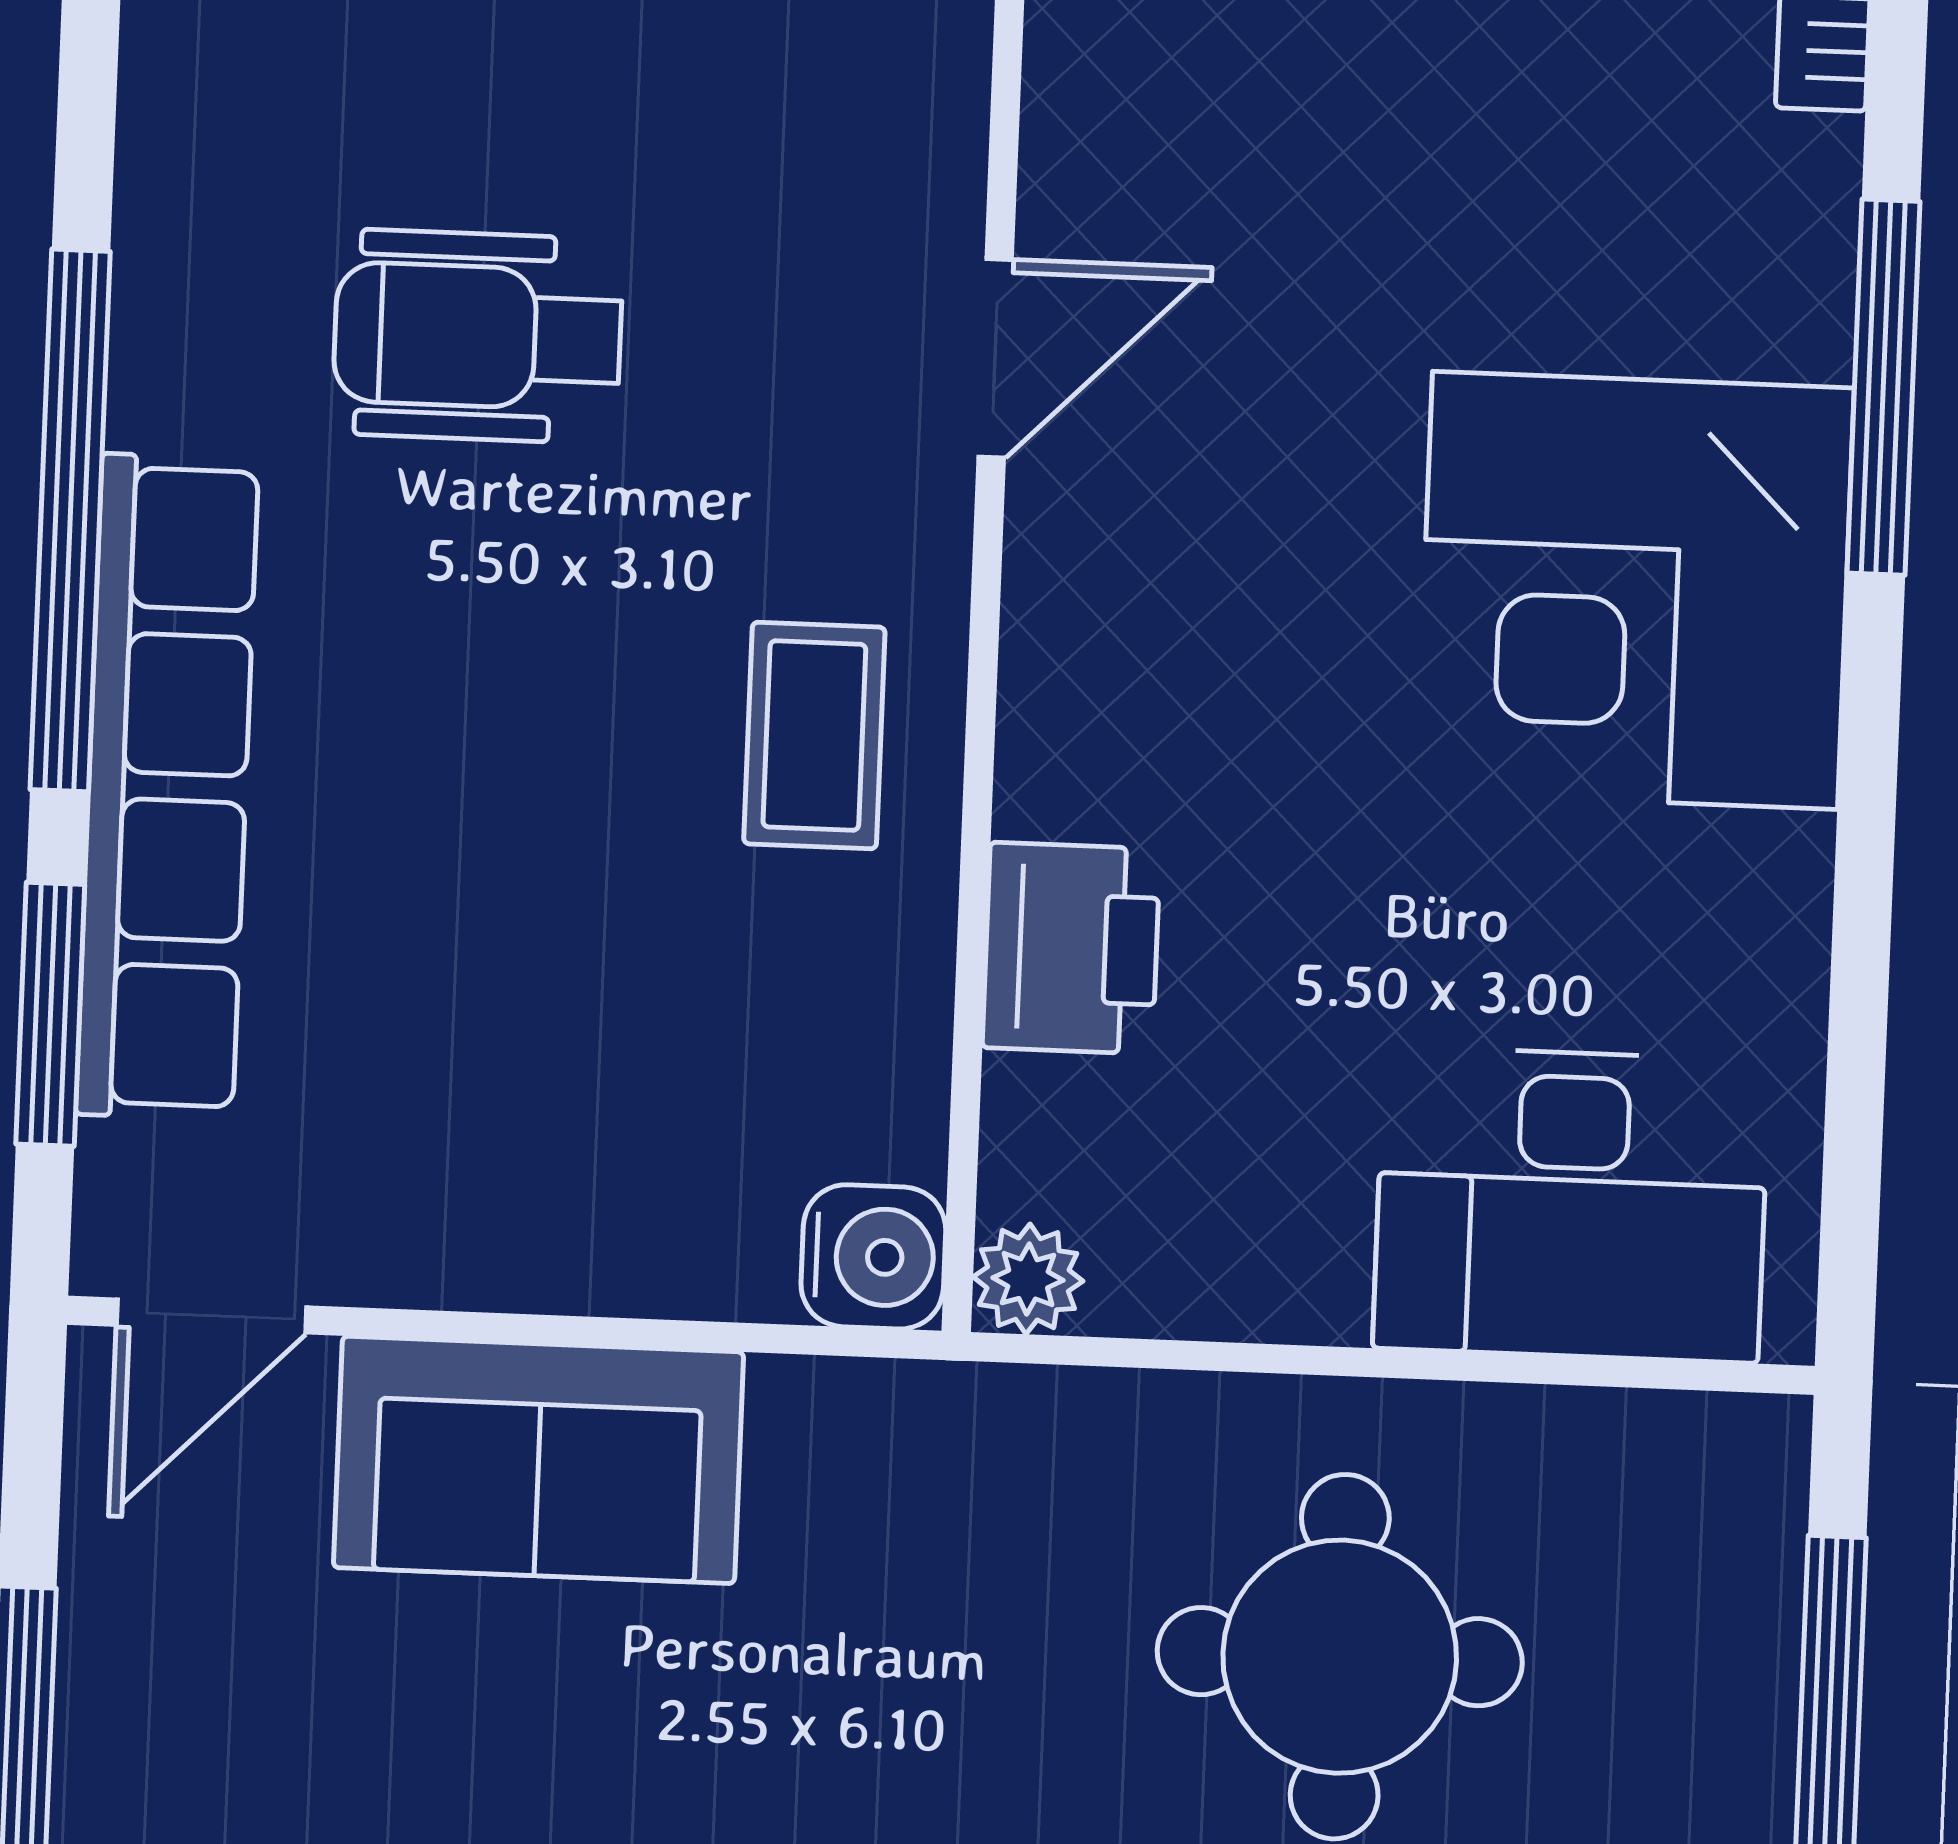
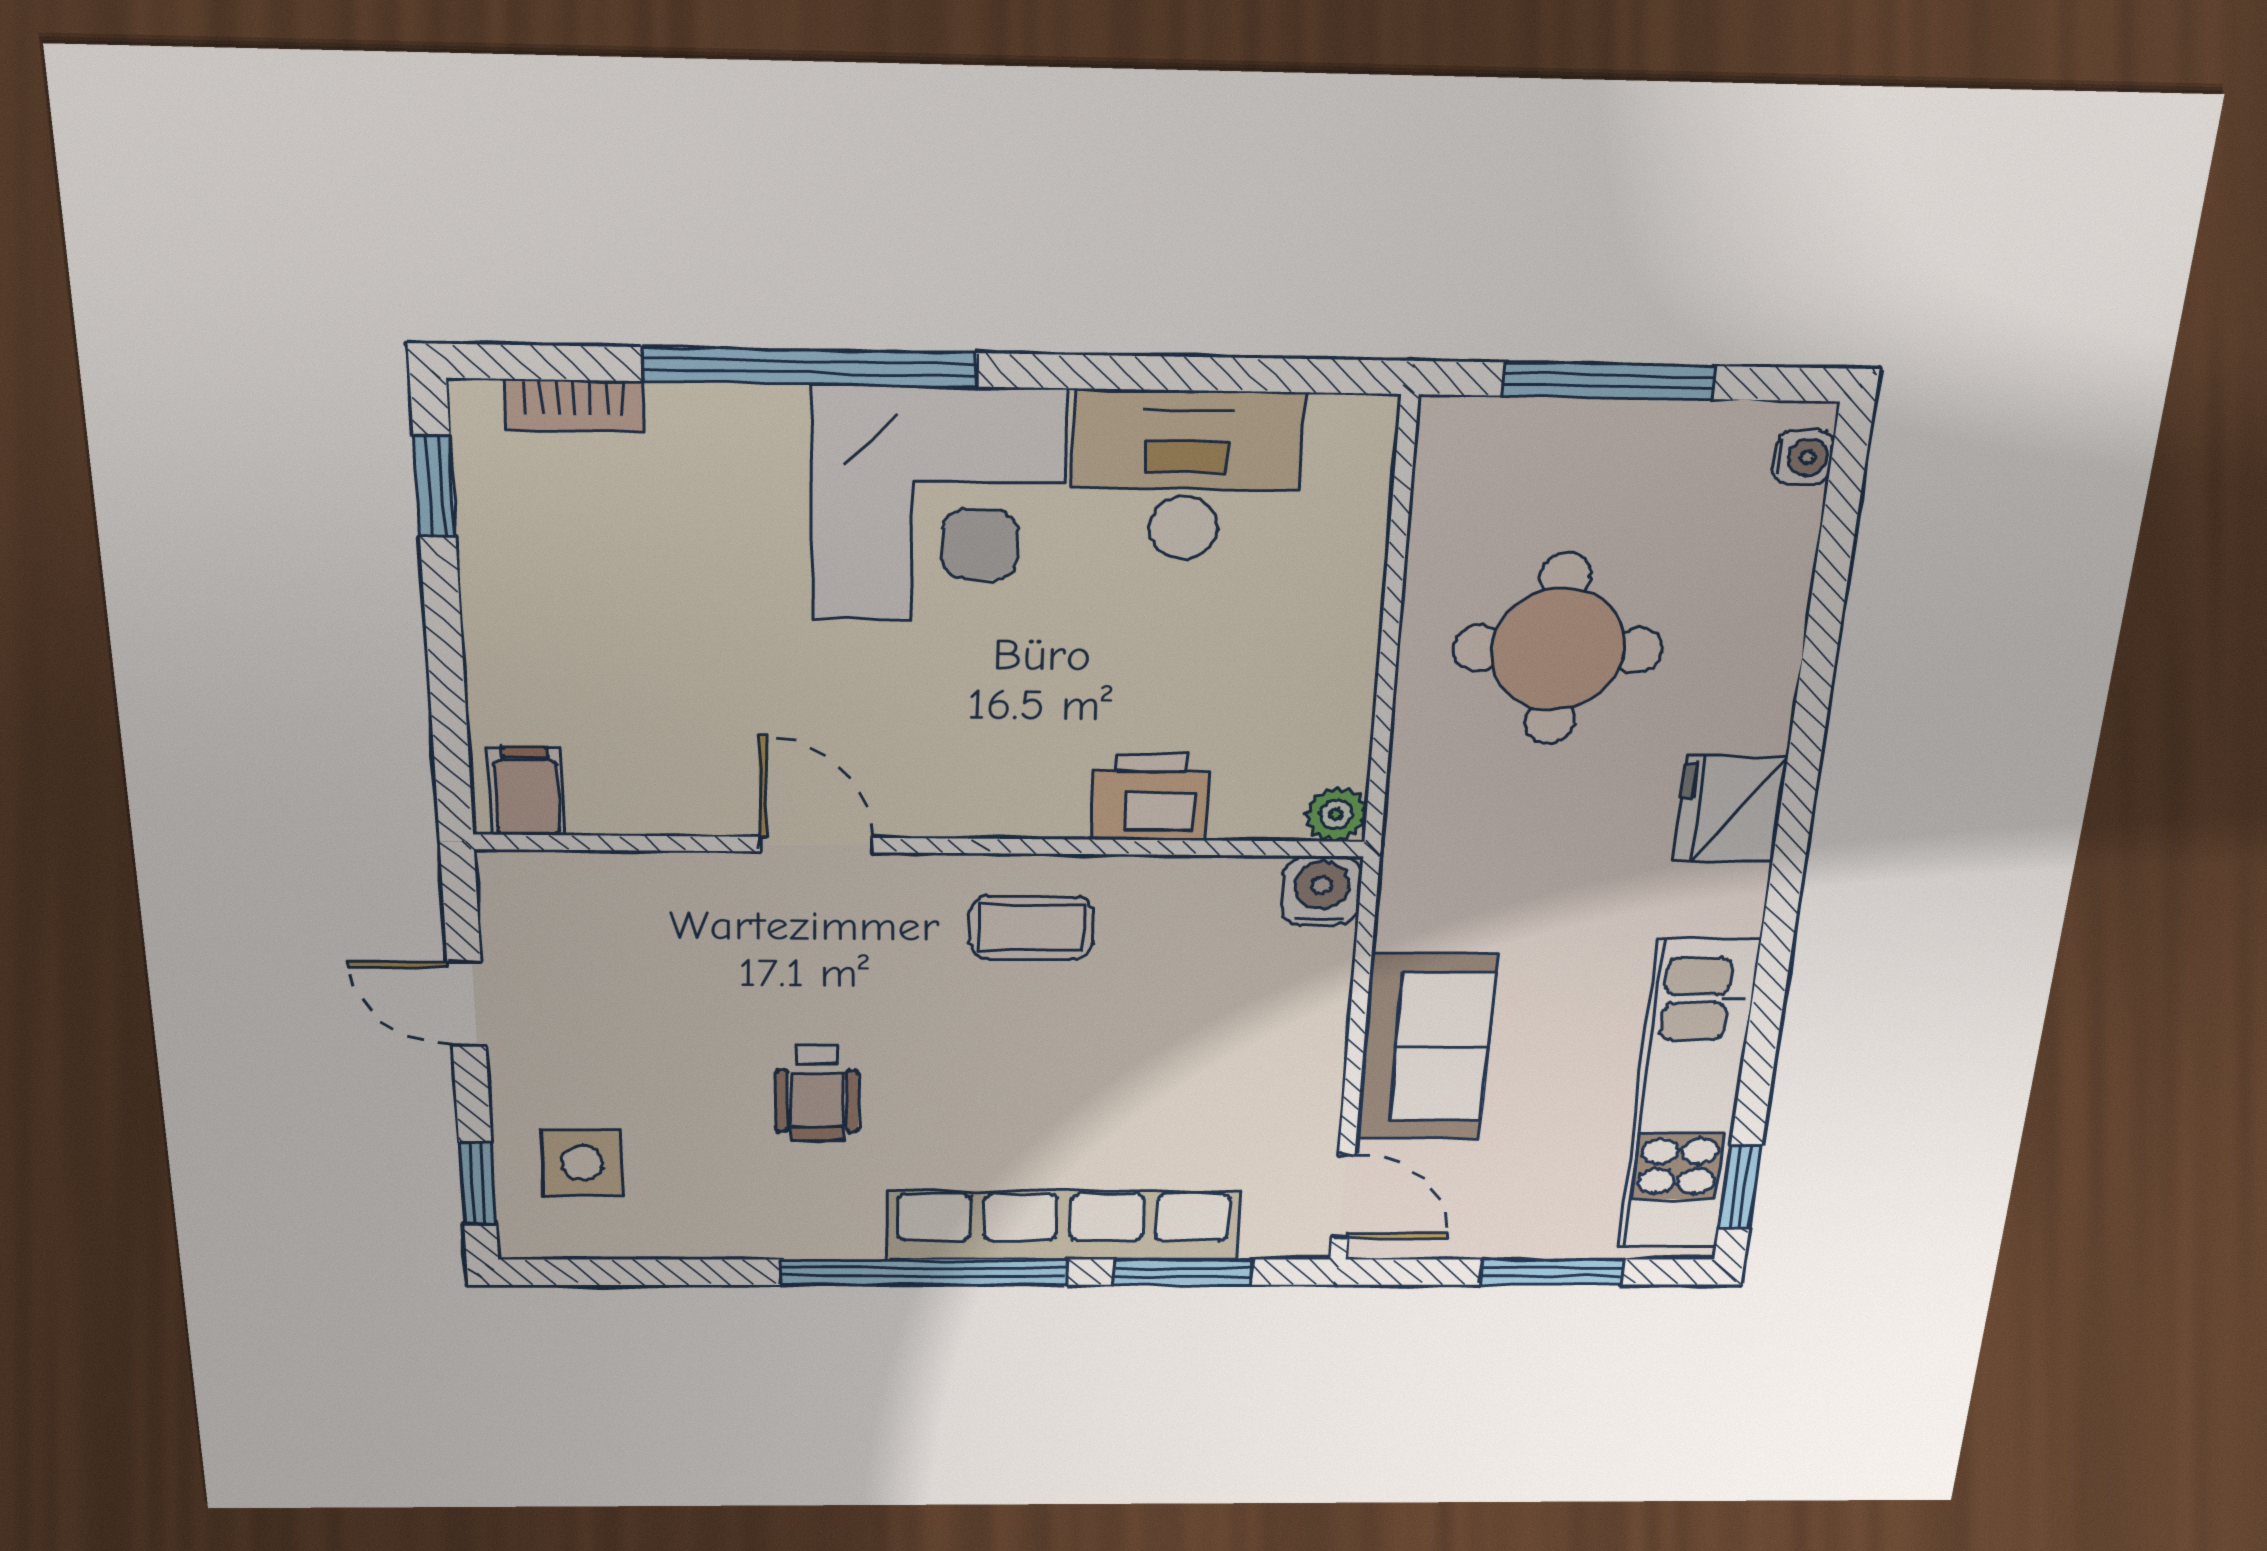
wheelchair: (478, 336) -> (817, 1093), width x0.73, depth x0.73
window: (1883, 387) -> (810, 367), width x1.46
desk: (1571, 1204) -> (1186, 476), moved, turned -90

